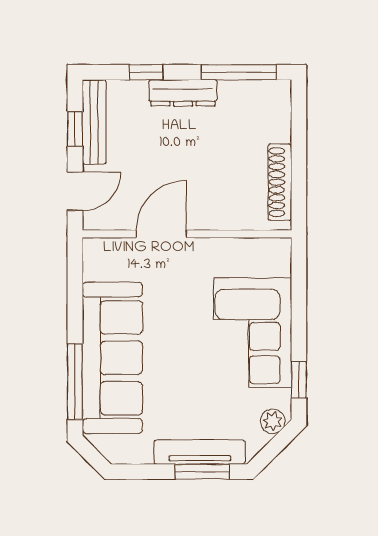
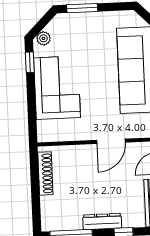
tv unit: (200, 452) -> (84, 19), removed

